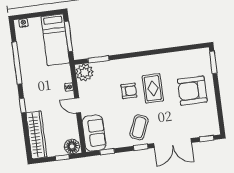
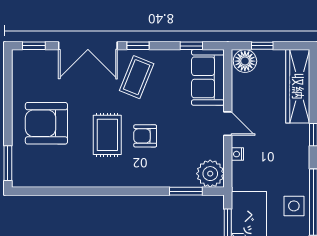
side table: (29, 59) -> (294, 206), added
armchair: (192, 91) -> (46, 123), turned 180
double door: (173, 143) -> (88, 46), swing flipped

